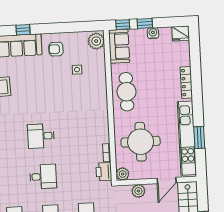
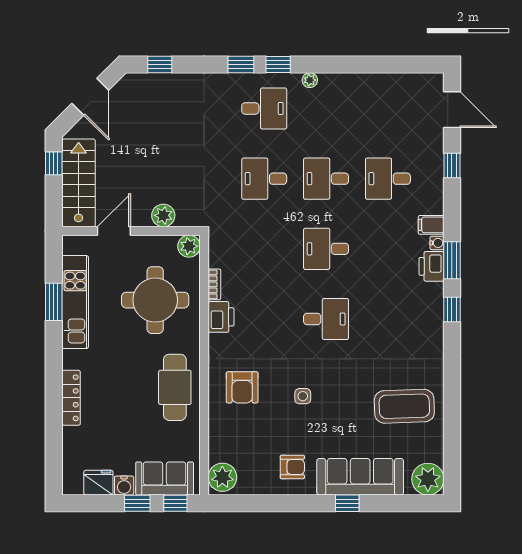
fridge: (181, 33) -> (98, 483), moved
sofa: (119, 46) -> (165, 478), moved, turned 90
side table: (77, 70) -> (303, 396), moved
armchair: (88, 94) -> (242, 387), added
kitchen unit: (187, 138) -> (75, 302), width x0.73
printer: (104, 172) -> (221, 317), moved

